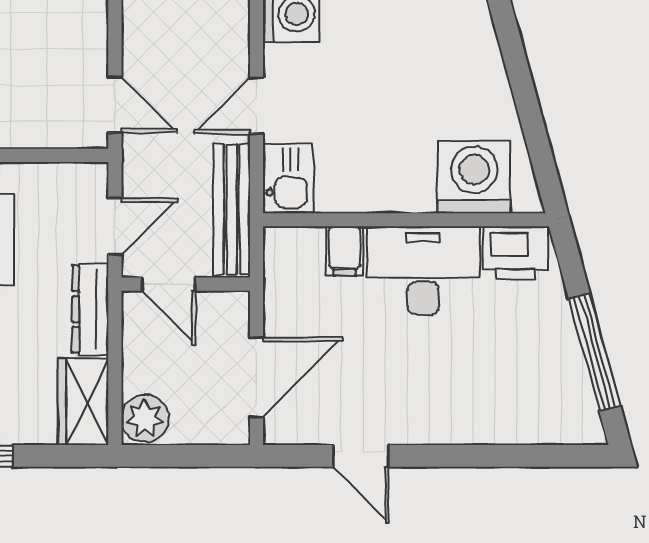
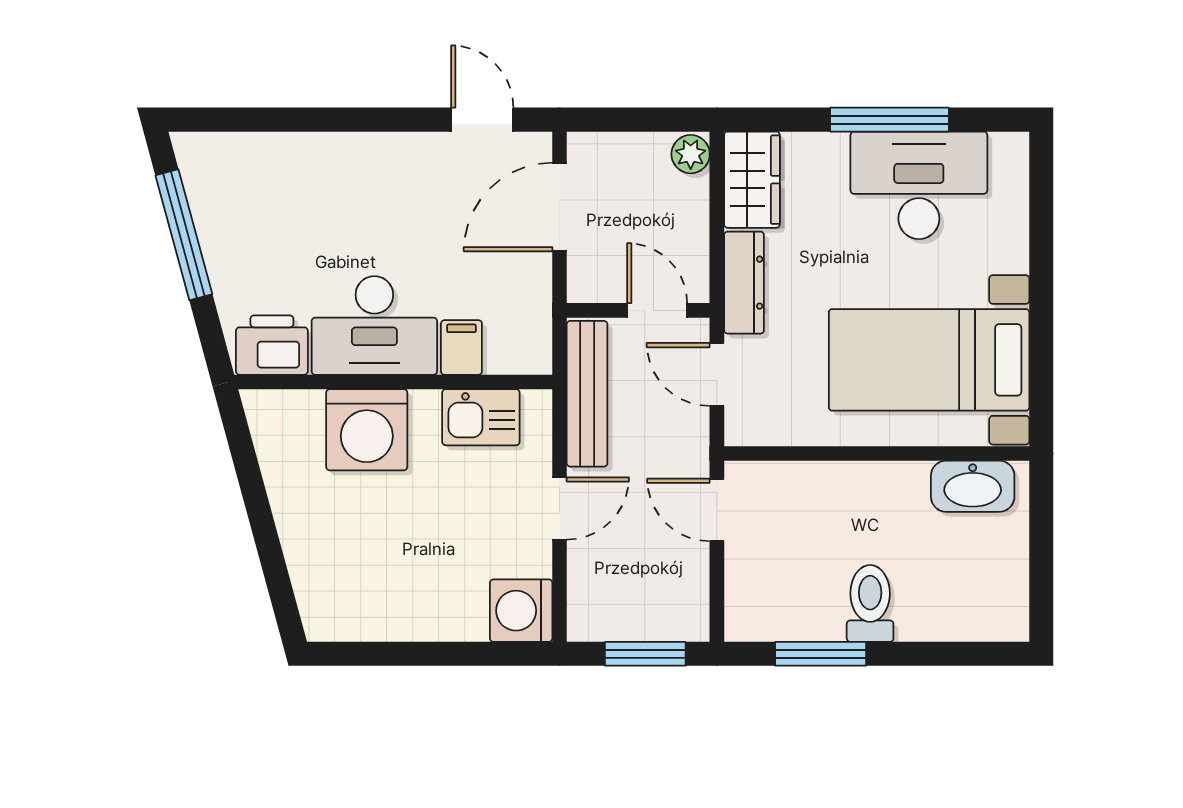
washing machine: (474, 177) -> (367, 430), moved
kitchen sink: (288, 178) -> (481, 417), moved, turned -90
door: (115, 227) -> (717, 374), hinge flipped
plant: (145, 418) -> (691, 154), width x0.73, depth x0.73
door: (361, 456) -> (482, 120), moved

